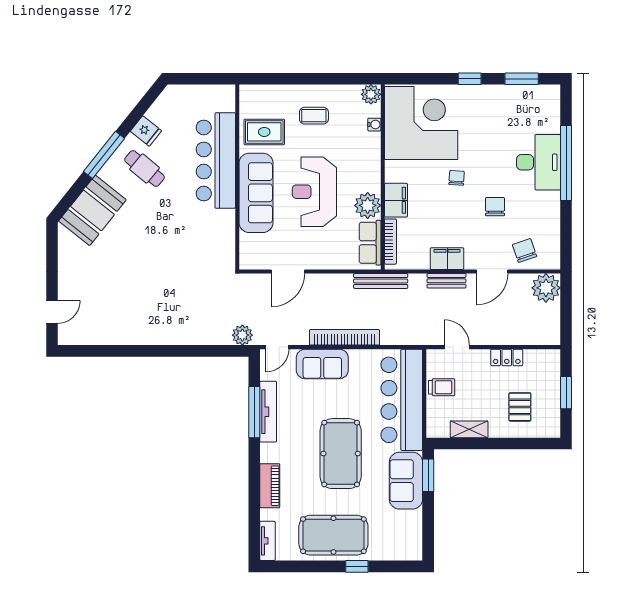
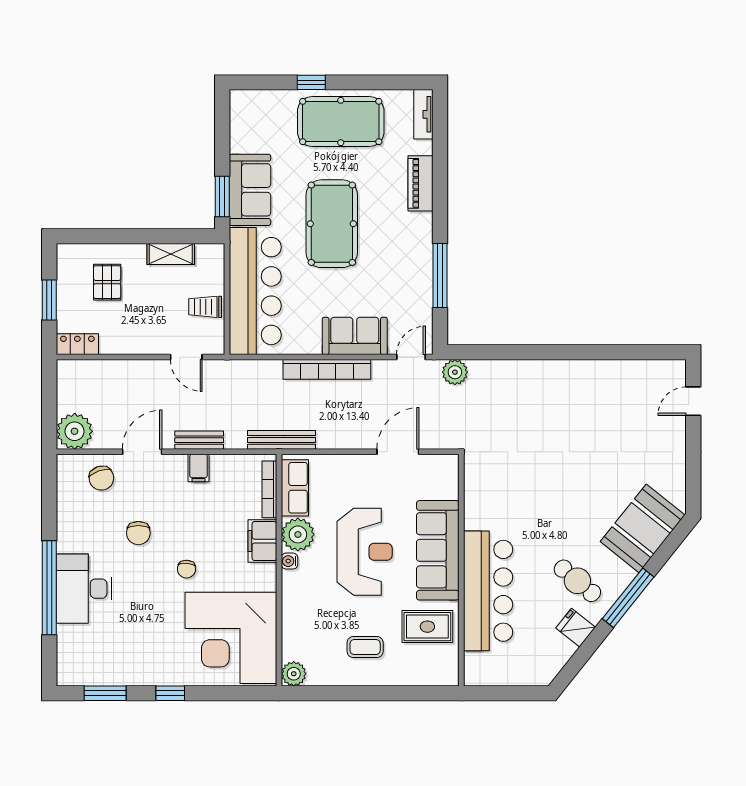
water cooler: (374, 125) -> (289, 561), moved
filing cabinet: (447, 259) -> (198, 468), width x0.50
locker: (507, 357) -> (77, 344), moved
tv unit: (268, 412) -> (423, 276), removed

